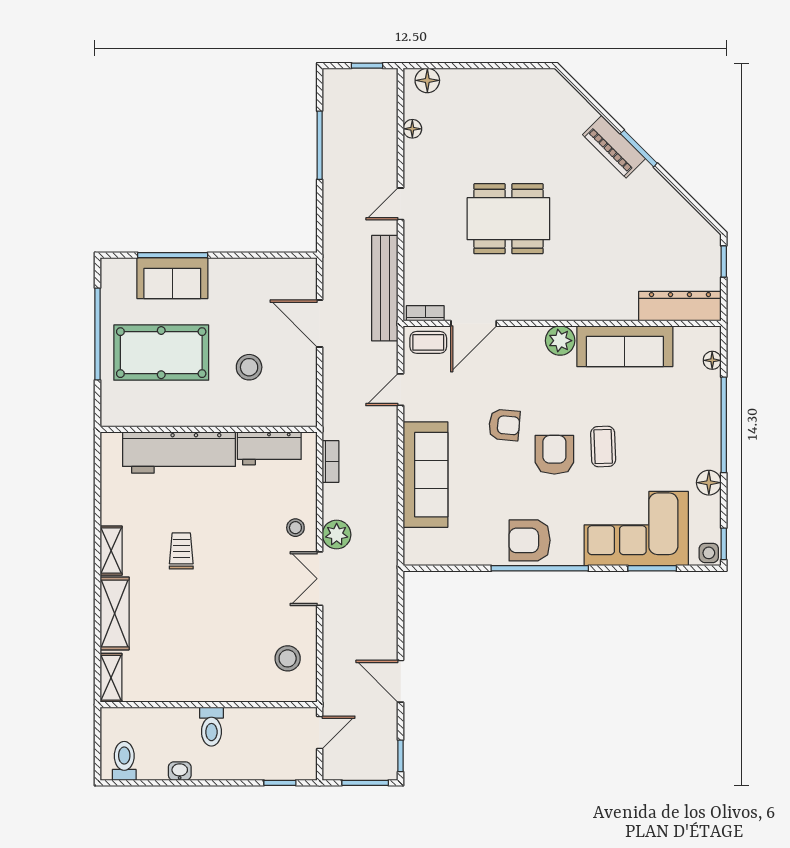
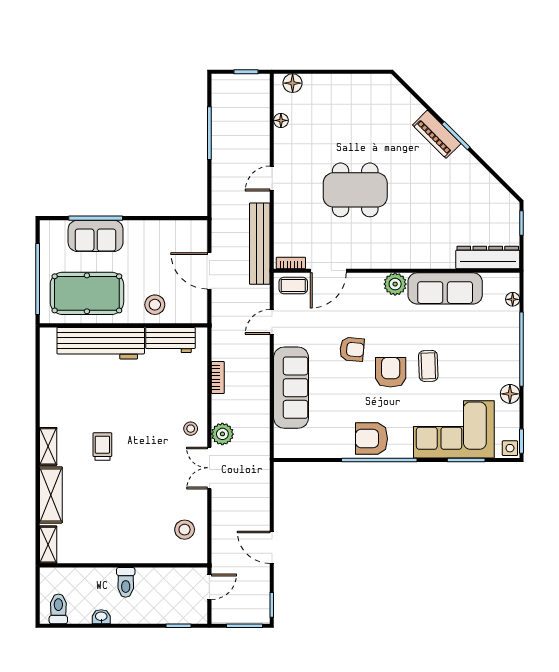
wall: (209, 429) -> (124, 325), moved
workbench: (269, 448) -> (170, 340), moved
workbench: (179, 452) -> (101, 343), moved

